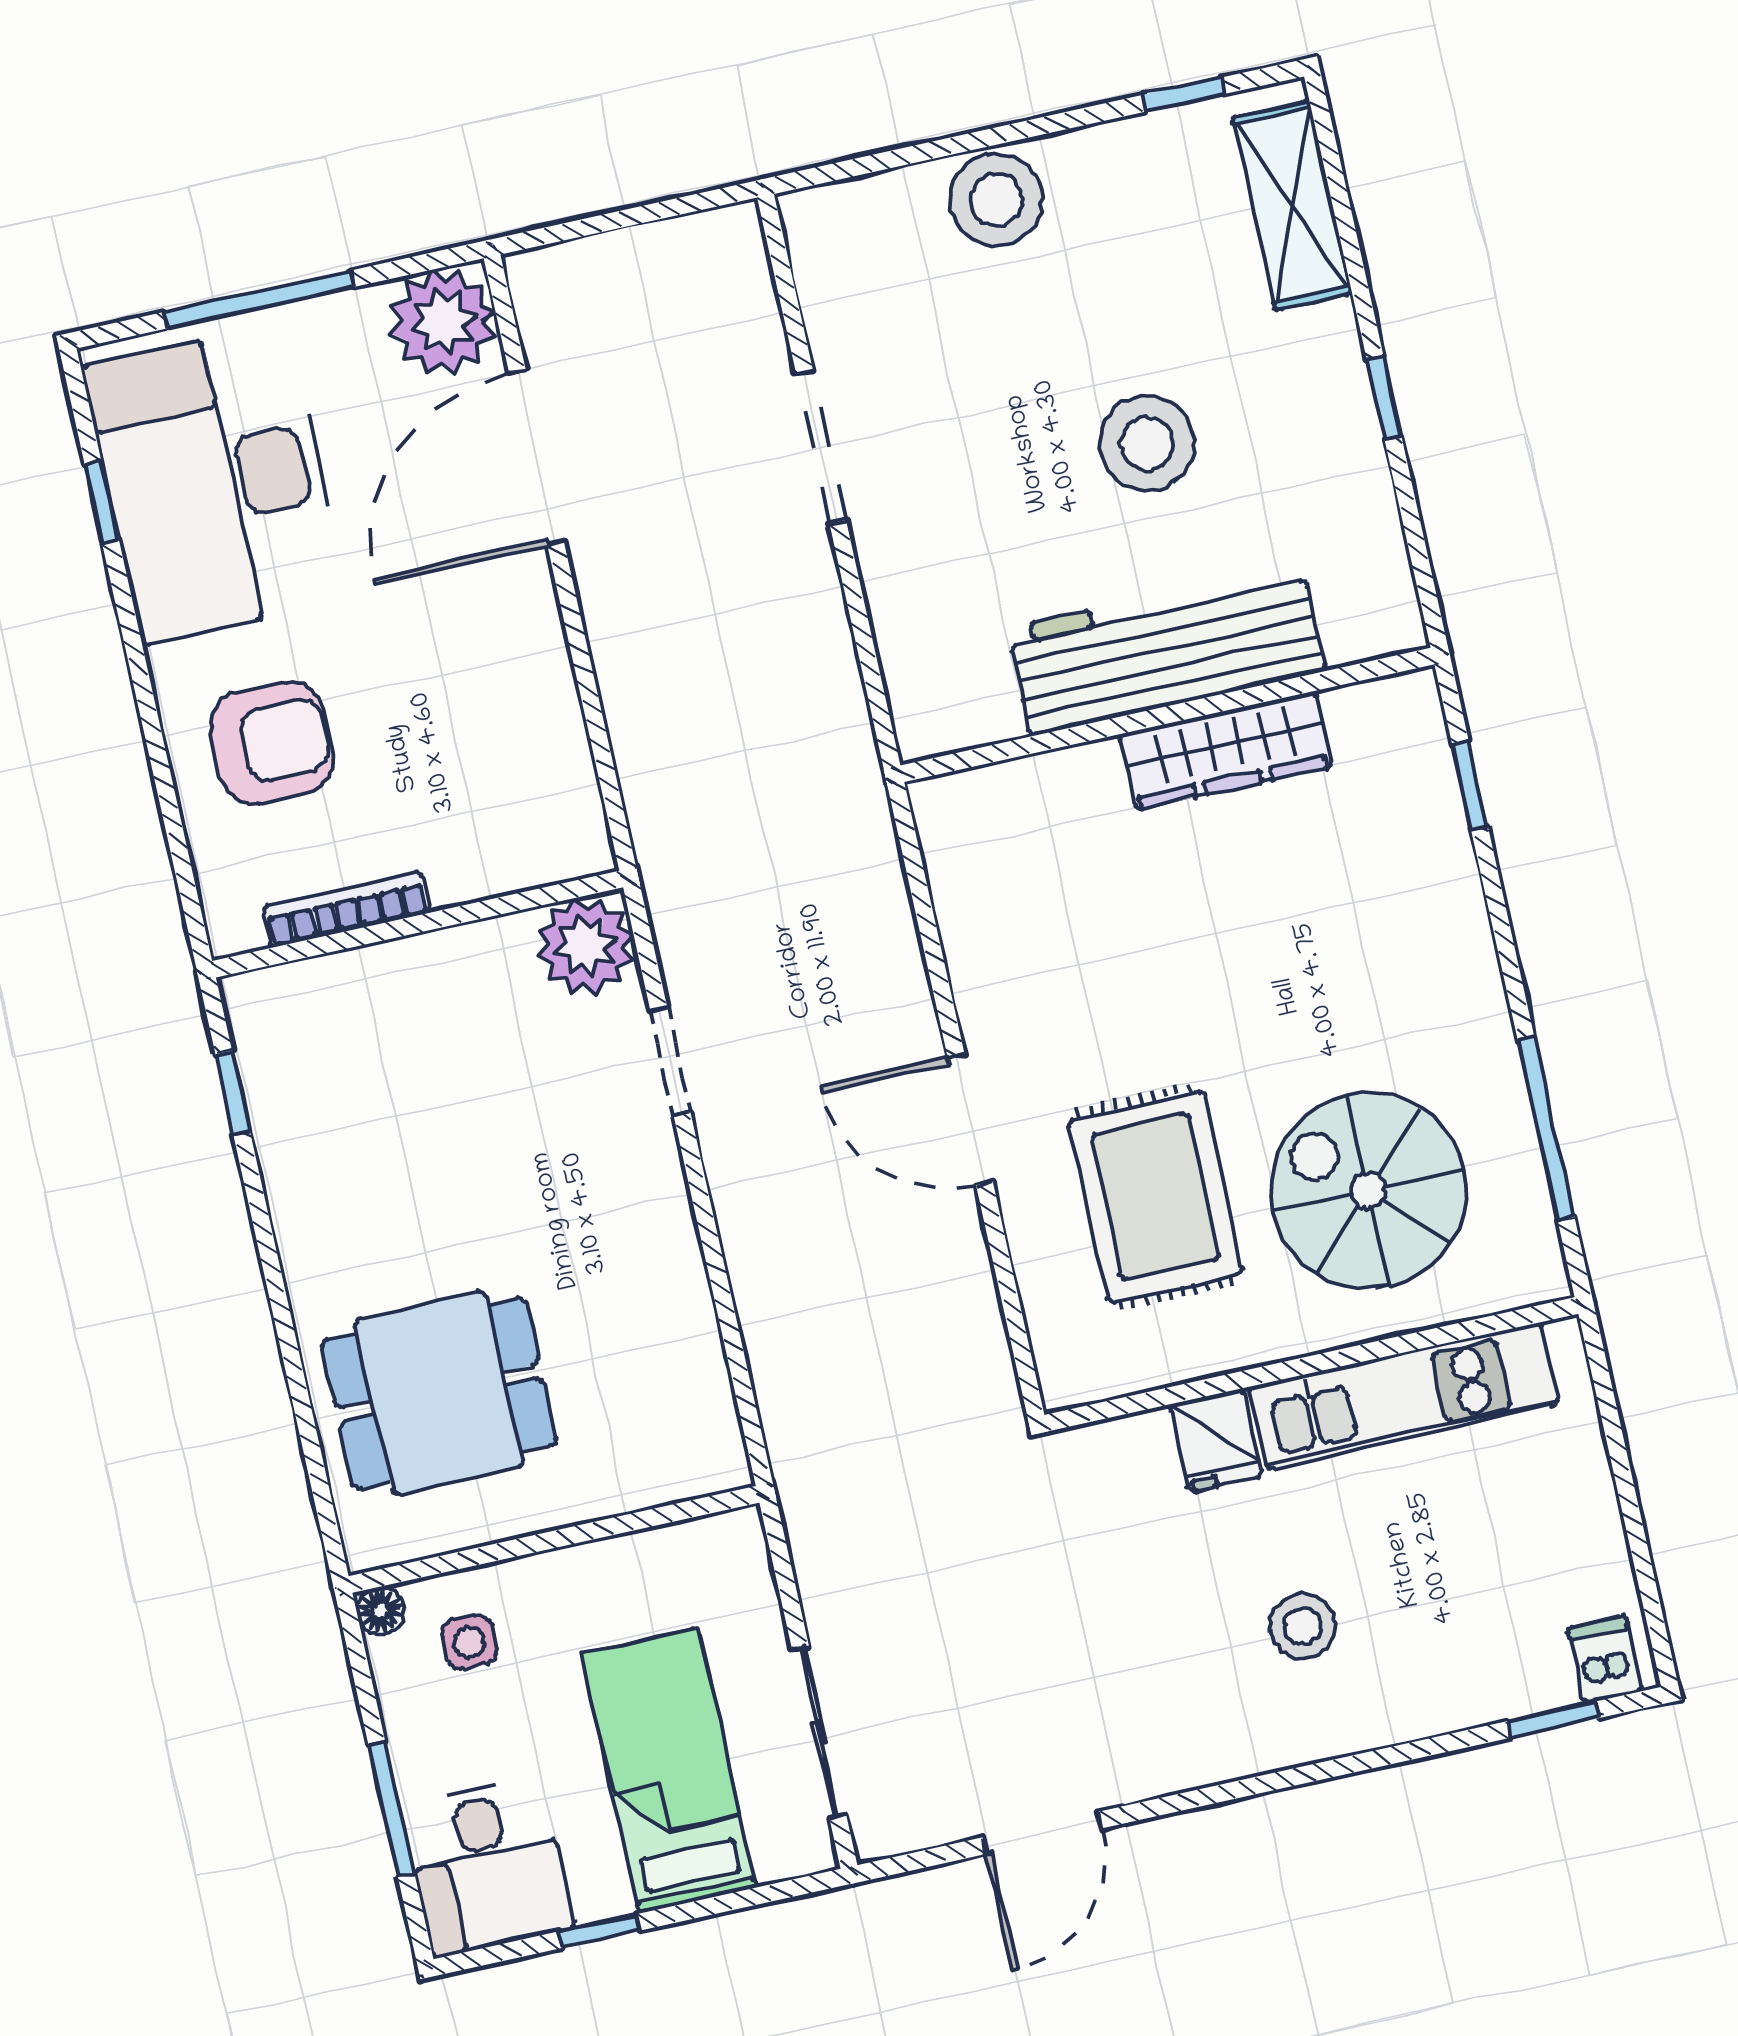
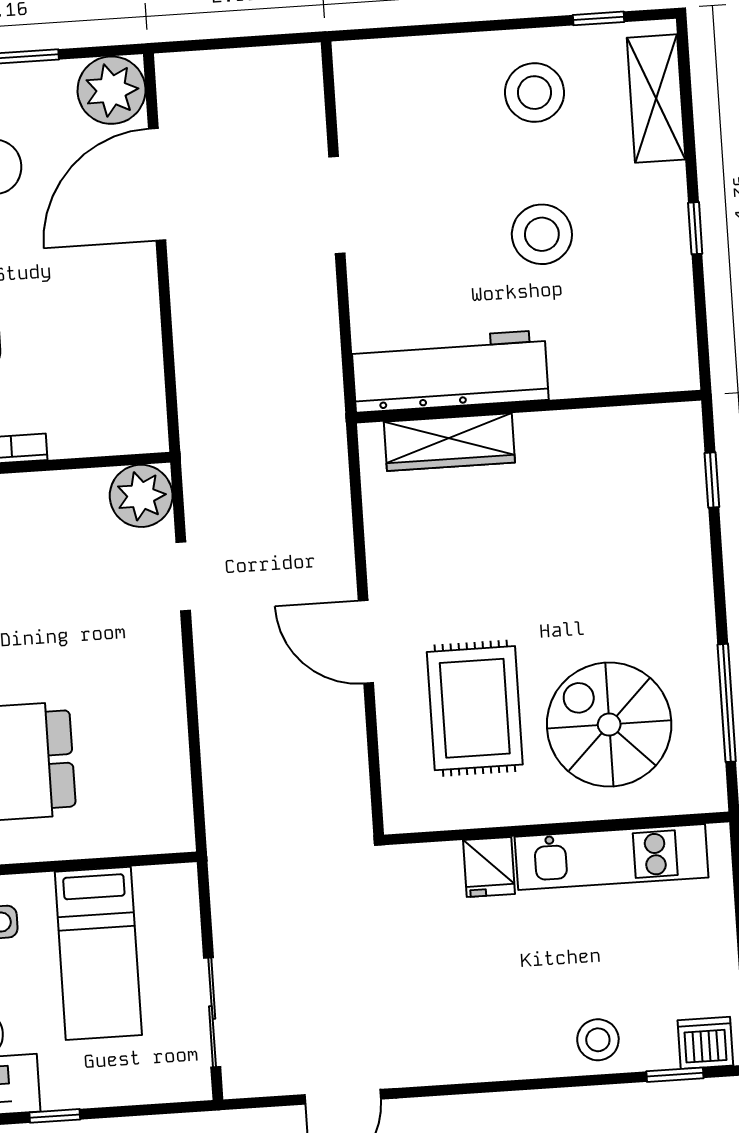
stool: (996, 200) -> (534, 93), moved
workbench: (1167, 650) -> (450, 371), moved
wardrobe: (1226, 750) -> (449, 442), moved
stool: (1303, 1626) -> (598, 1040), moved
dishwasher: (1605, 1660) -> (705, 1043), width x1.38
bed: (669, 1771) -> (98, 953), moved, turned 180

